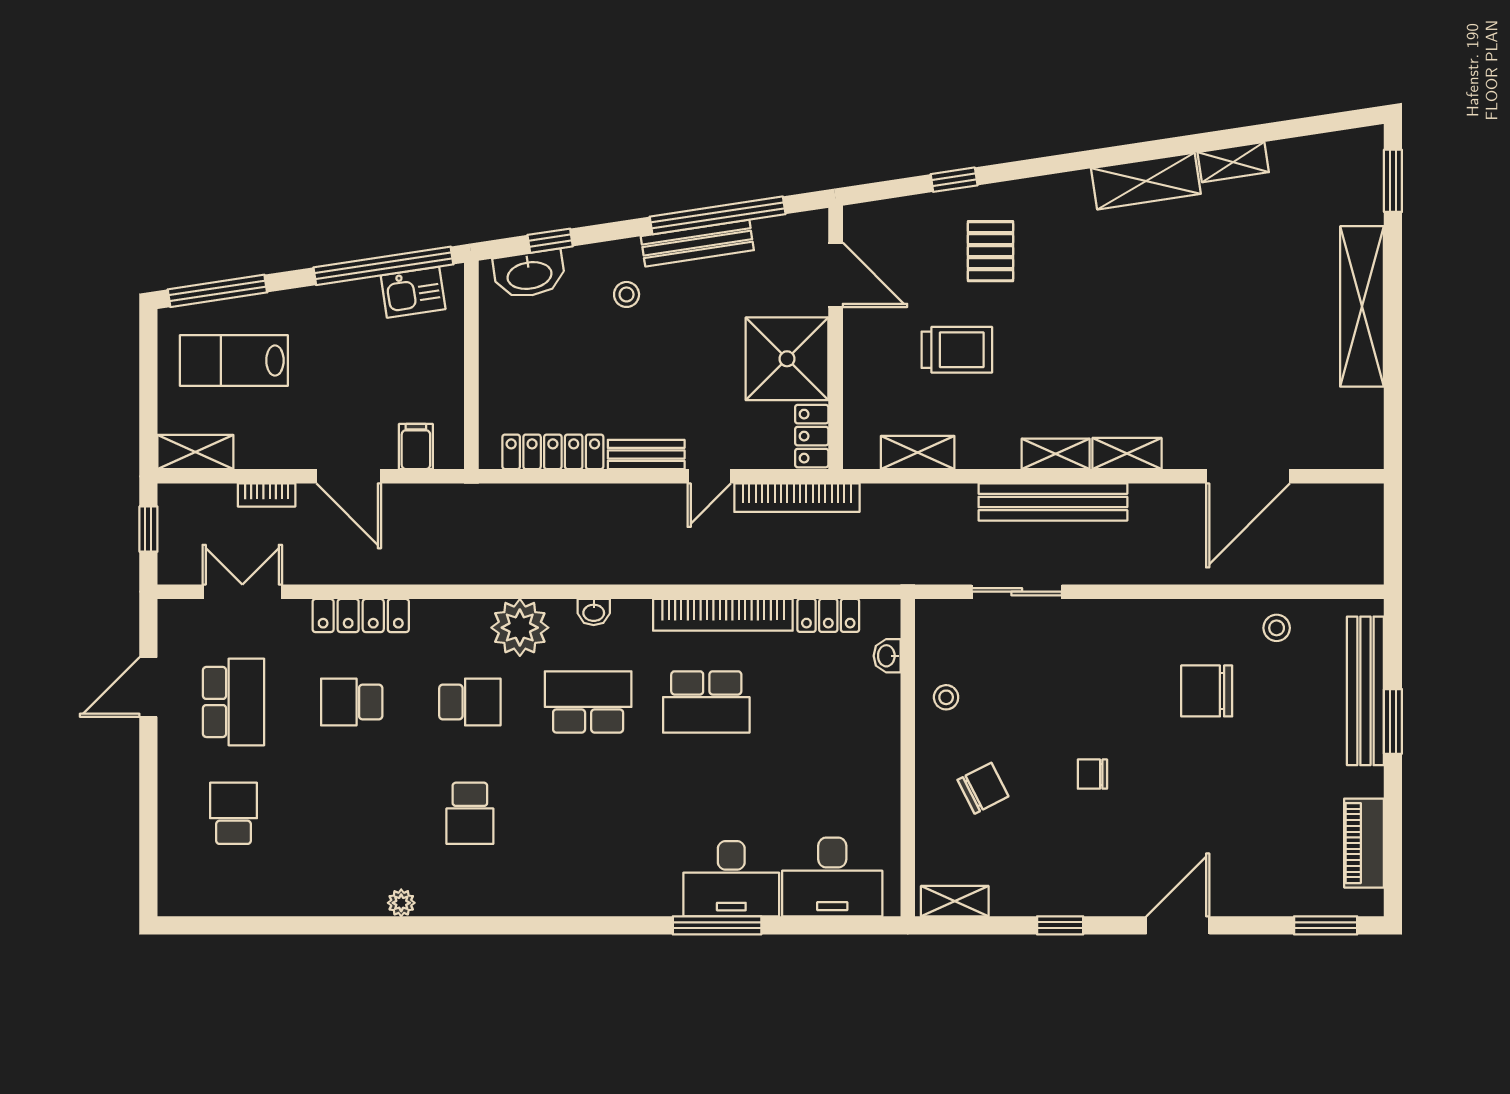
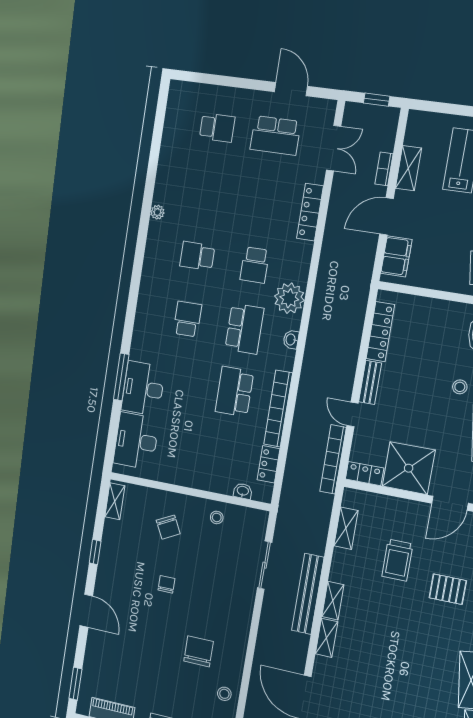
filing cabinet: (416, 447) -> (396, 256), width x2.00
shelving: (195, 452) -> (408, 168), moved
school desk: (352, 702) -> (187, 319), moved

